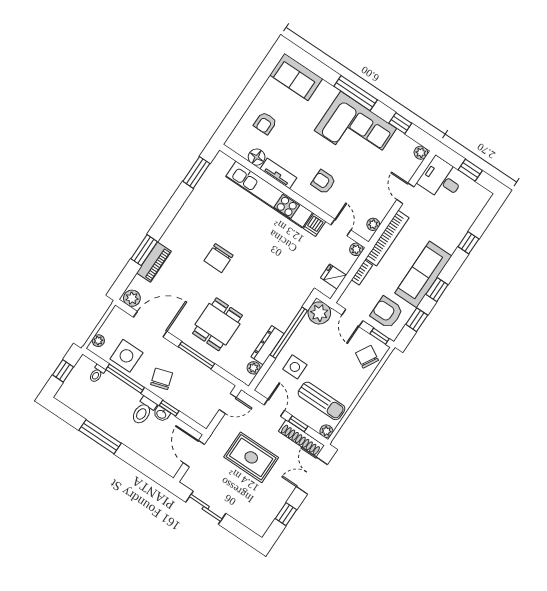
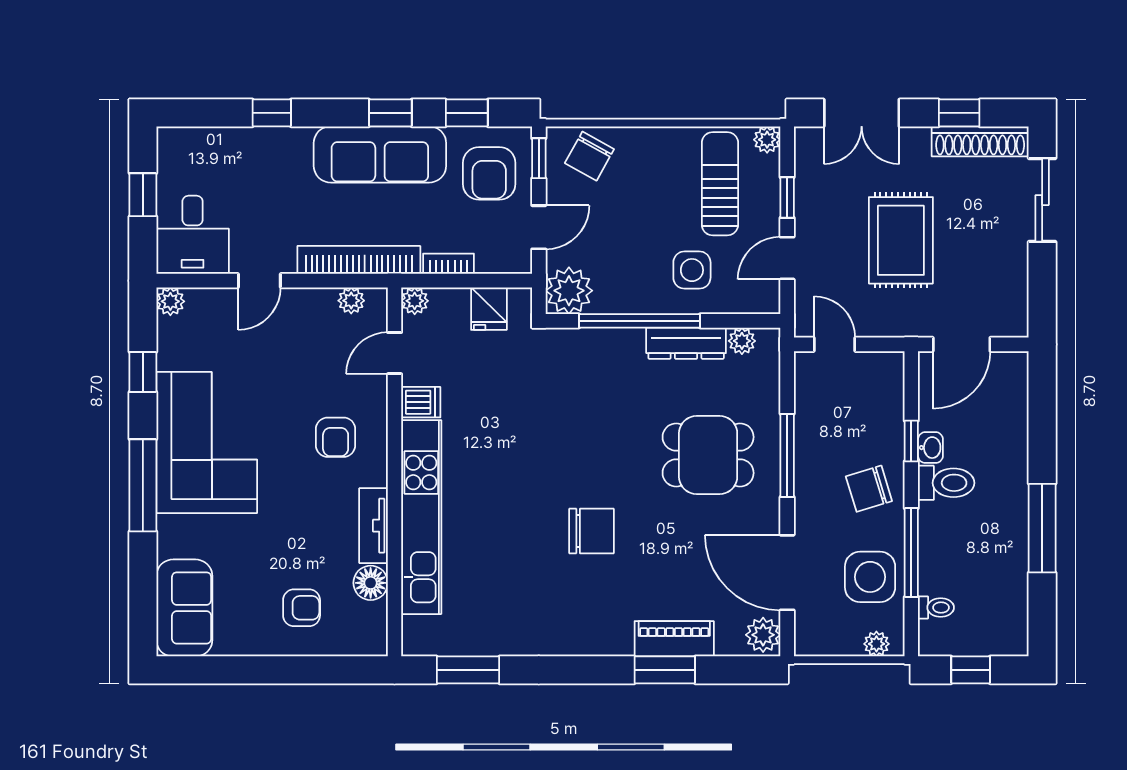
shoe rack: (301, 438) -> (980, 141), moved, turned 90
sliding door: (206, 508) -> (1042, 200), moved

